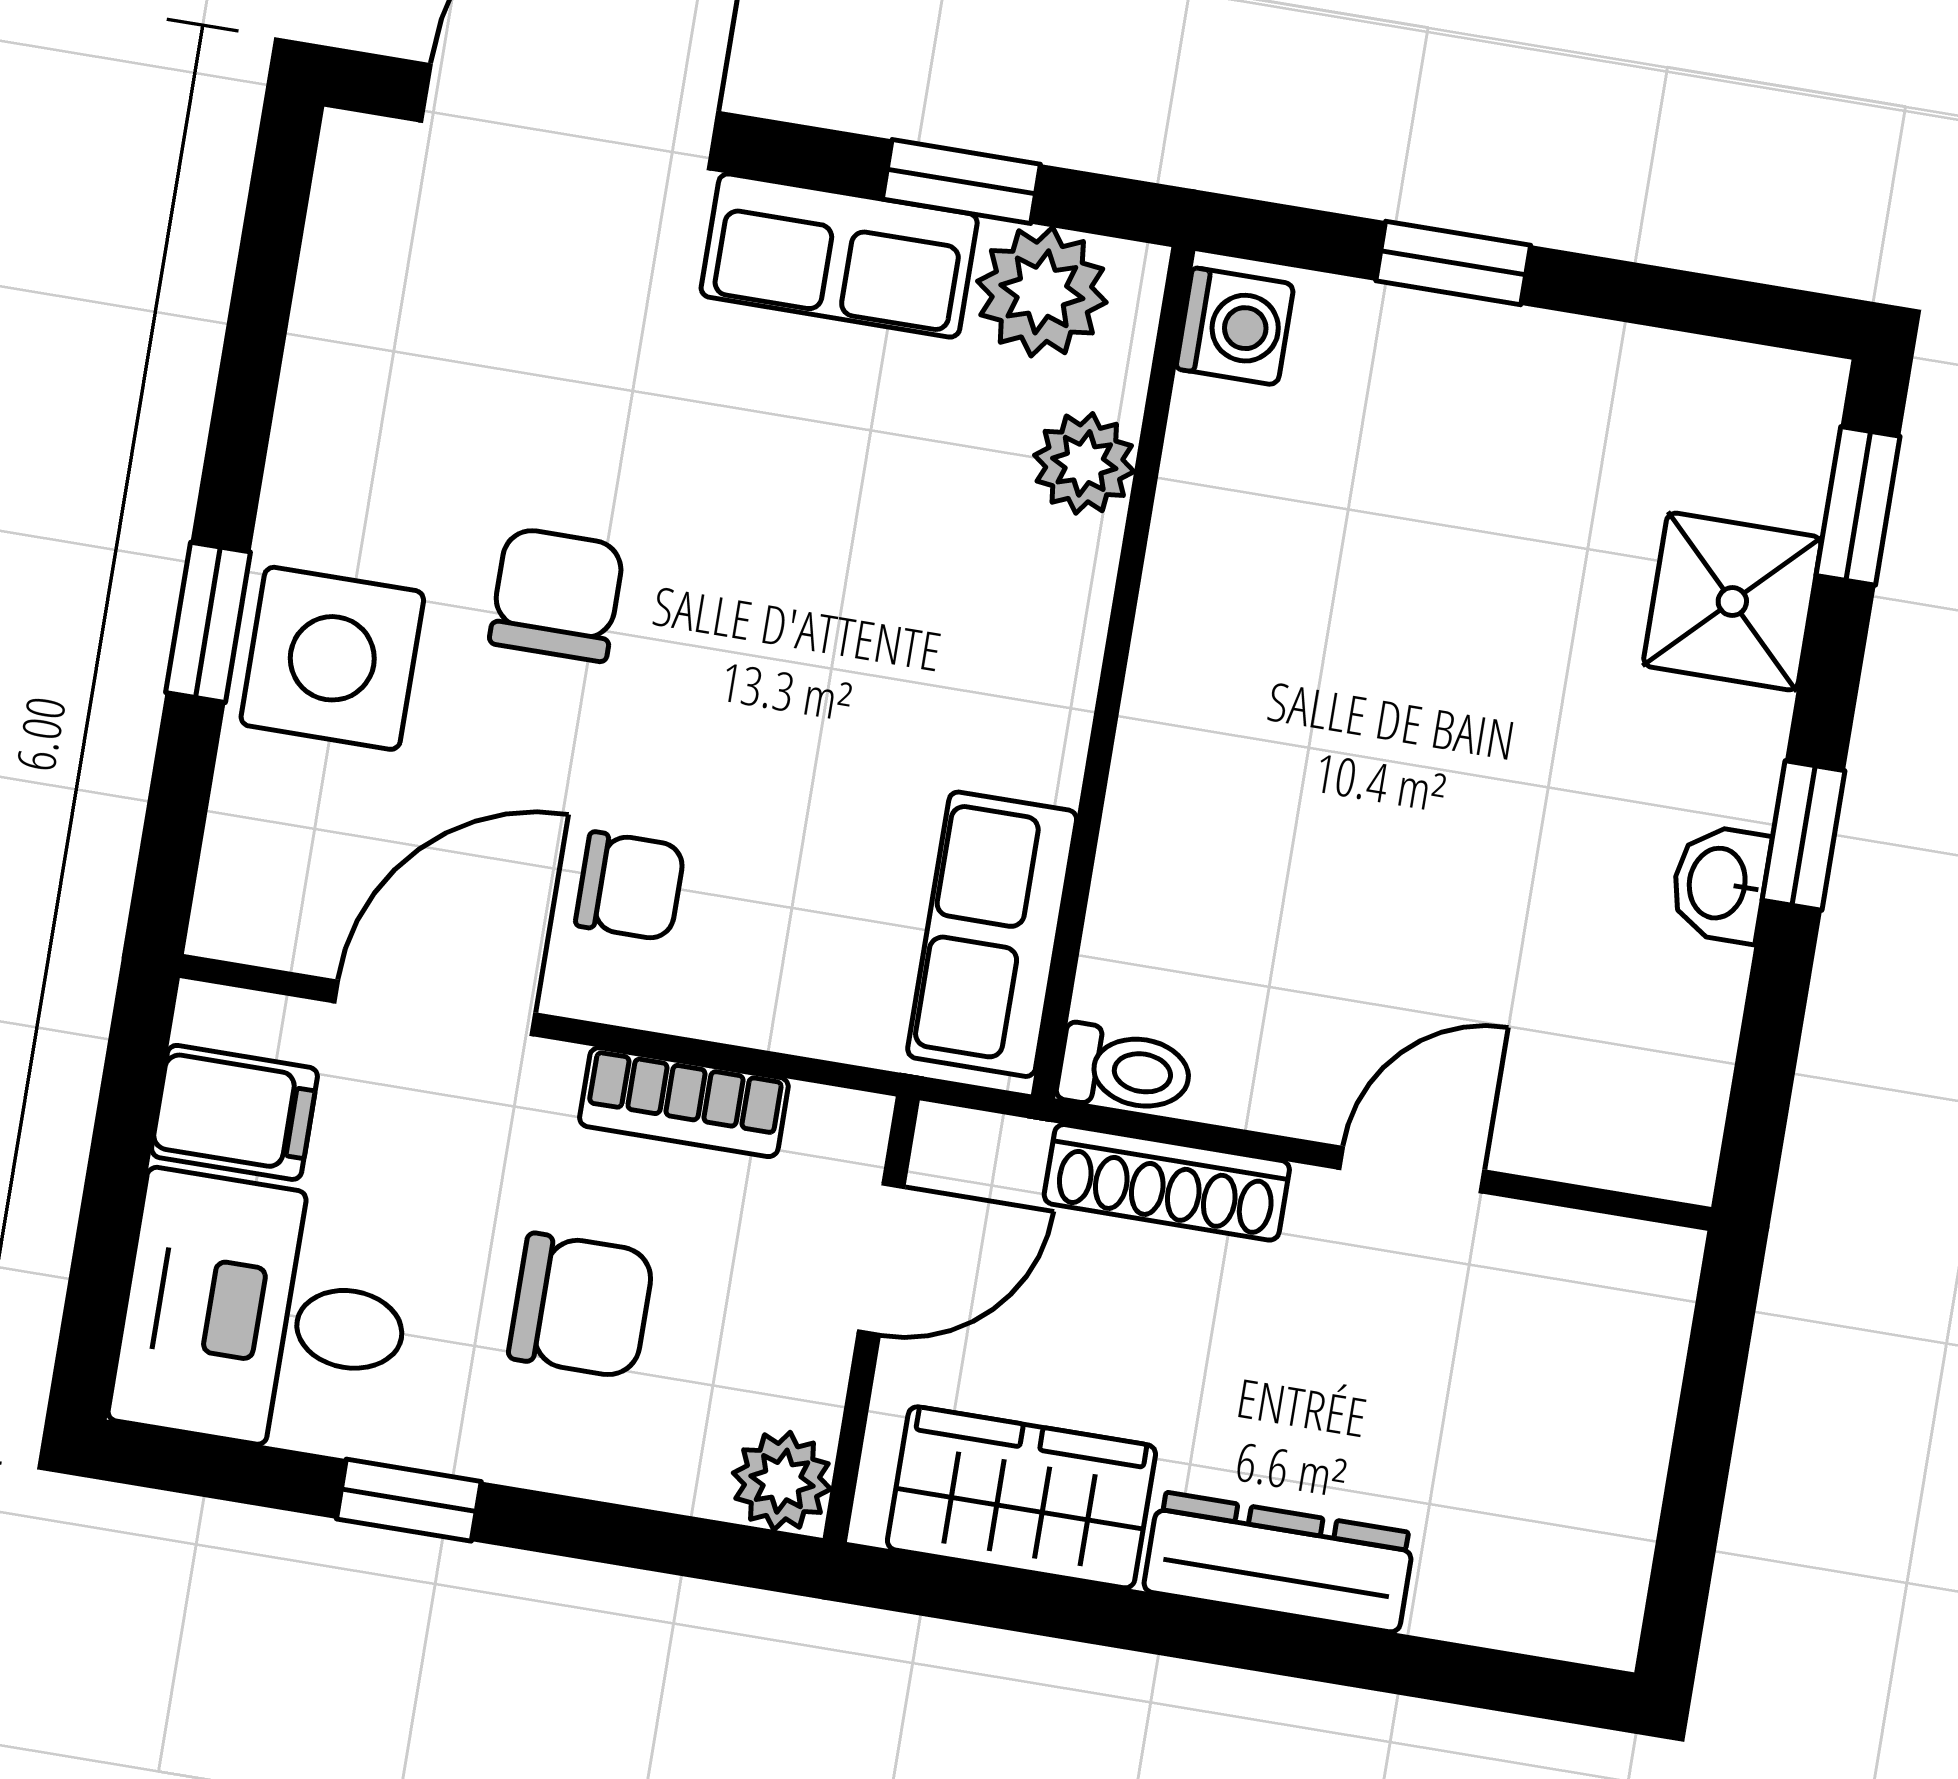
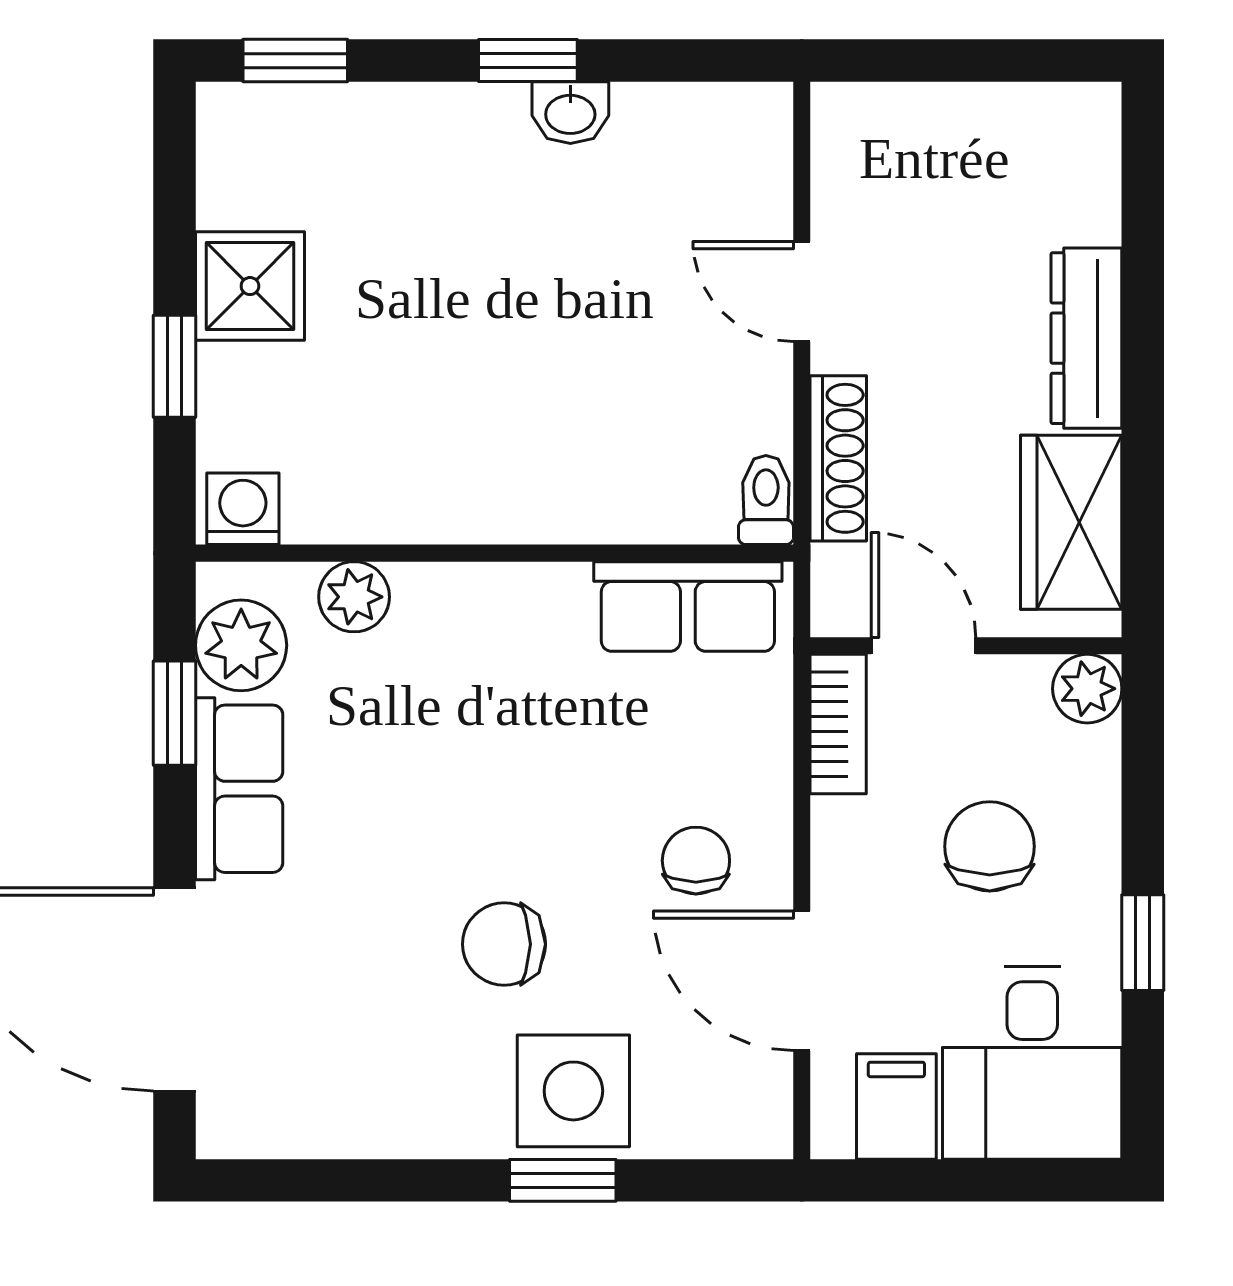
shower: (1732, 602) -> (250, 286), moved
bookcase: (684, 1102) -> (838, 724), moved

